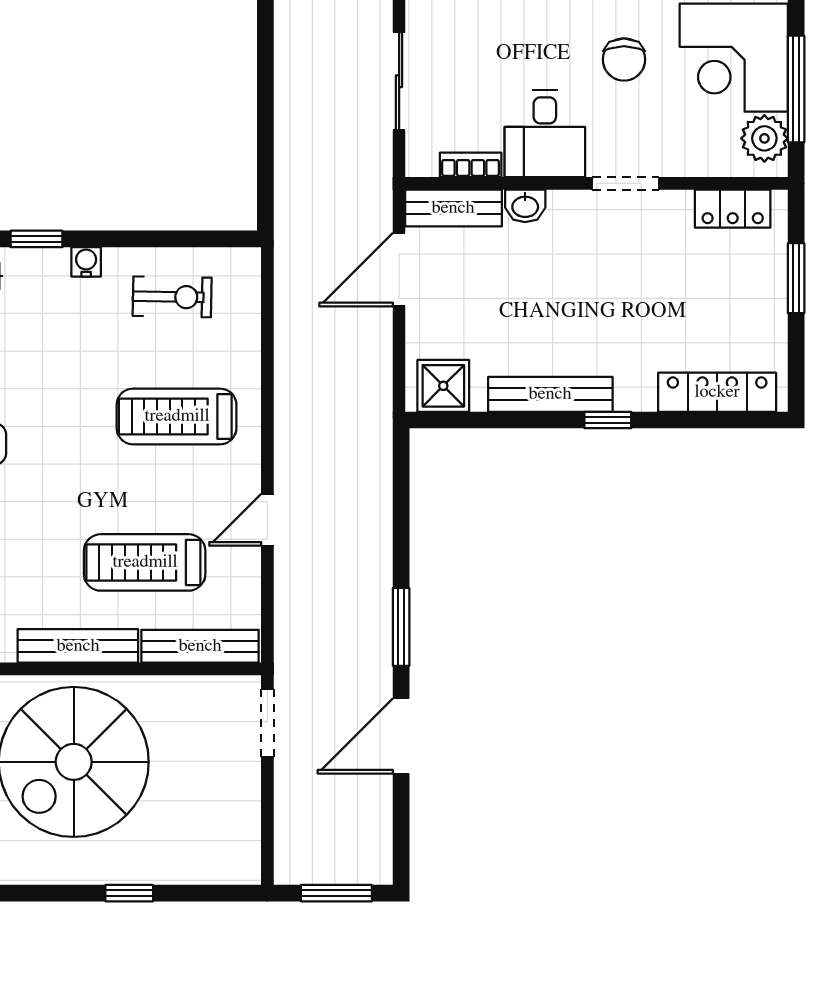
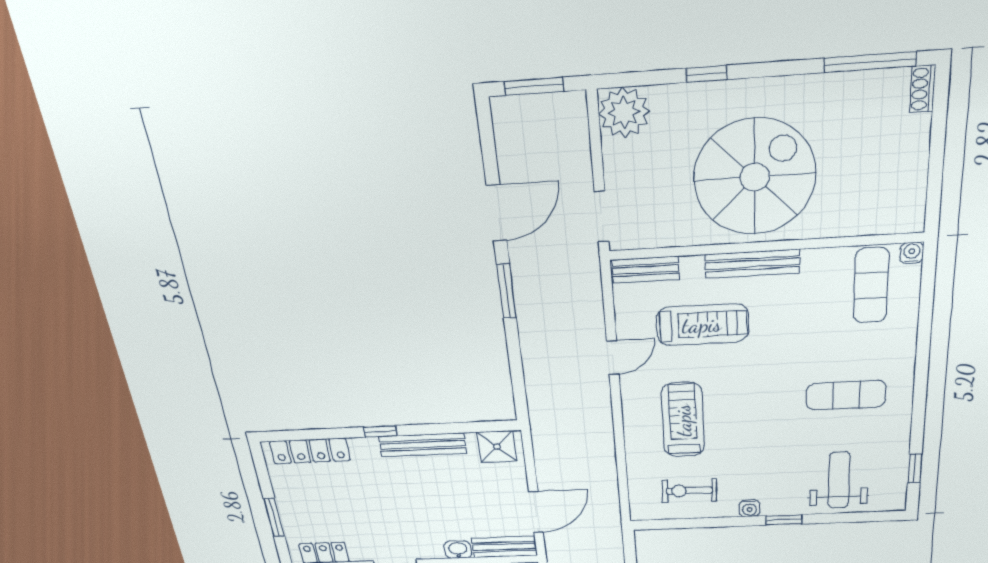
treadmill: (177, 416) -> (683, 420), turned -90
bench: (200, 646) -> (646, 270), width x0.73
plant: (230, 854) -> (624, 112), added

